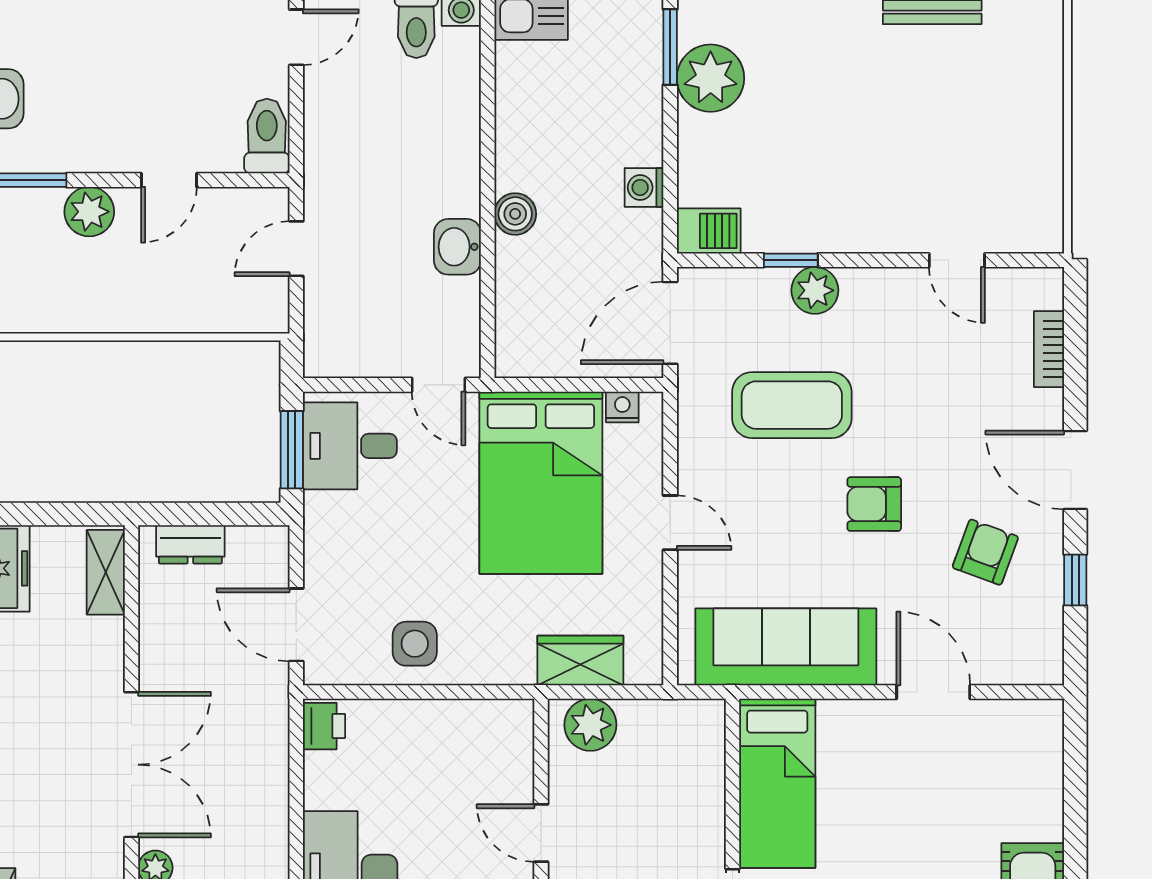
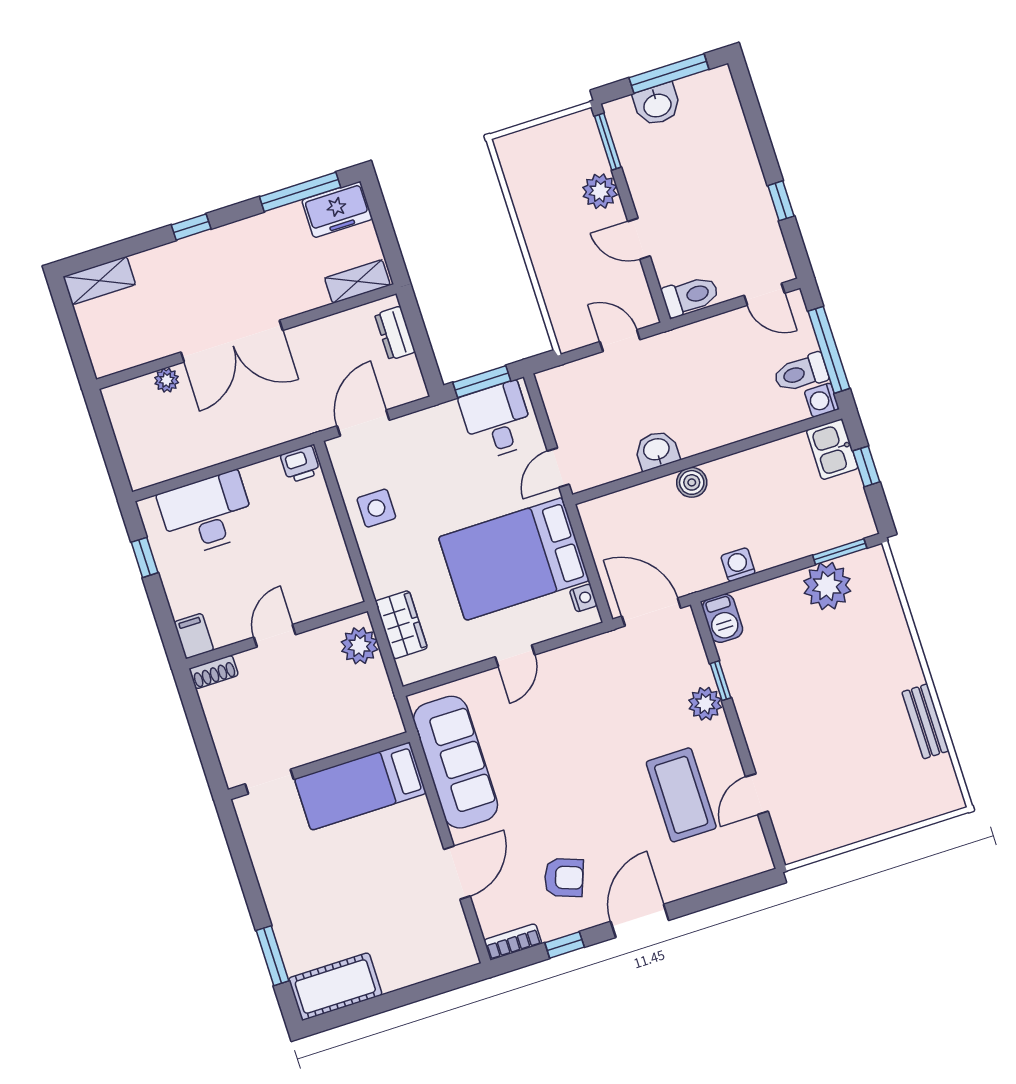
bookcase: (1049, 349) -> (513, 942), moved
coffee table: (792, 405) -> (681, 795), moved
armchair: (874, 504) -> (572, 791), removed

